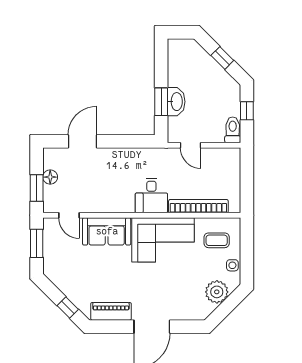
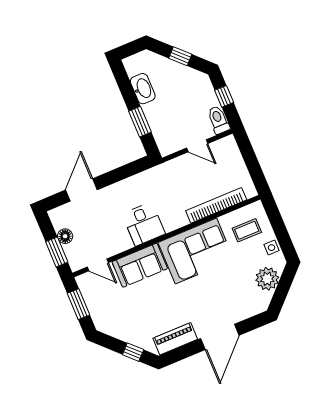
washbasin: (176, 102) -> (143, 89), moved
door: (191, 145) -> (197, 146), moved
desk: (151, 196) -> (144, 224), moved

